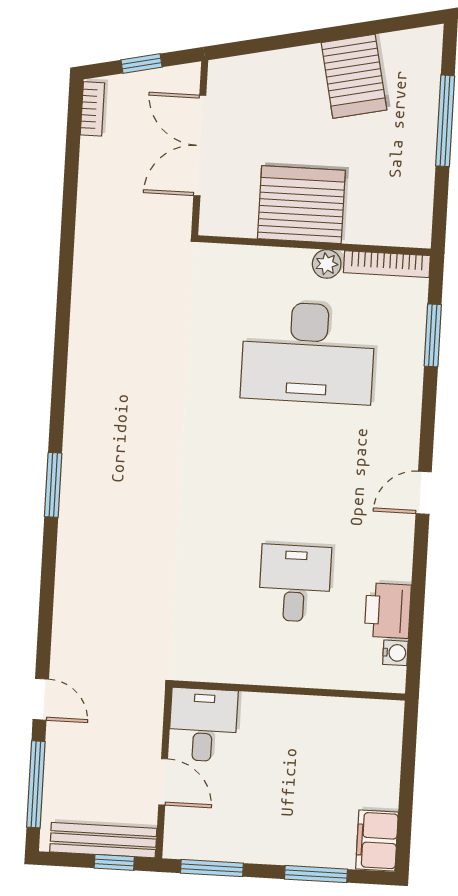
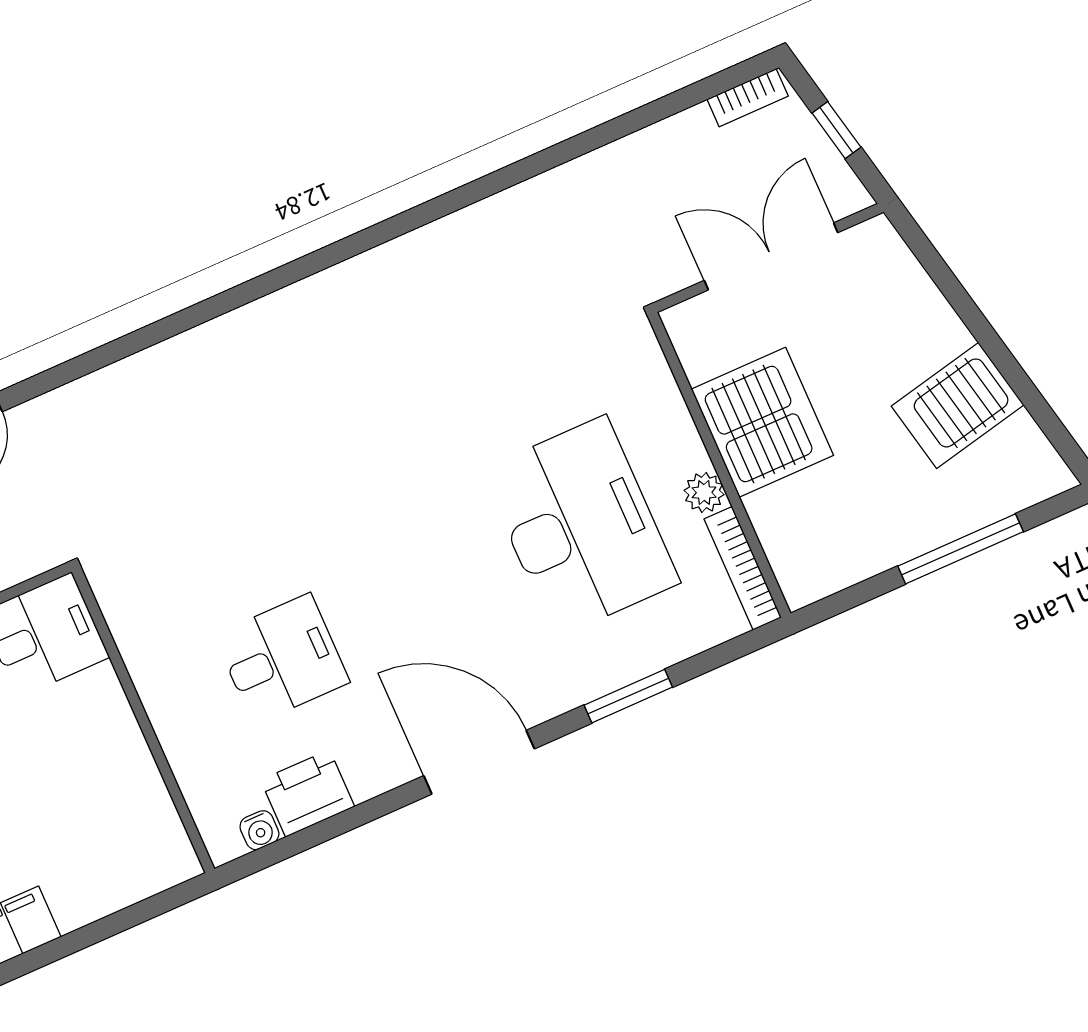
window: (433, 335) -> (628, 696), moved
desk: (308, 353) -> (580, 526), turned 180
window: (53, 485) -> (249, 291), removed
door: (424, 493) -> (479, 762), width x1.88

